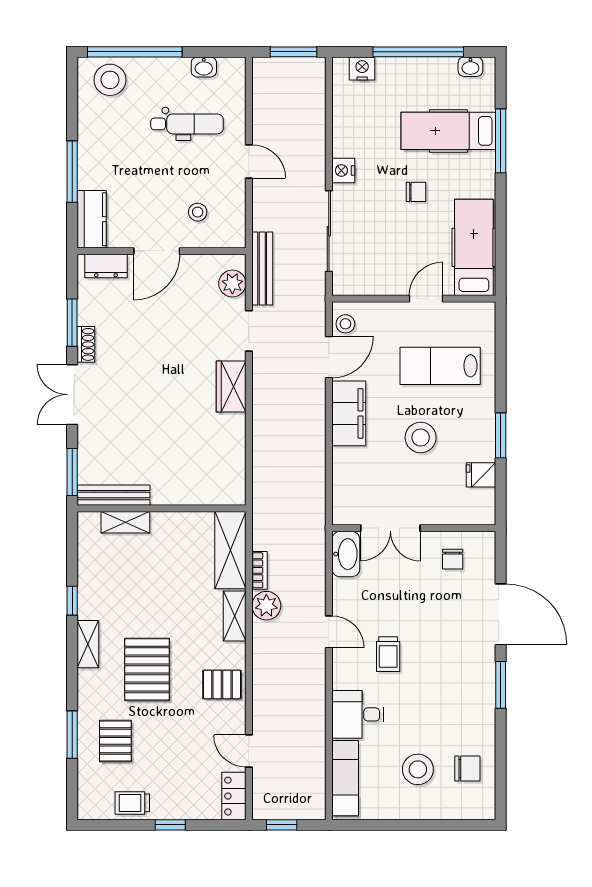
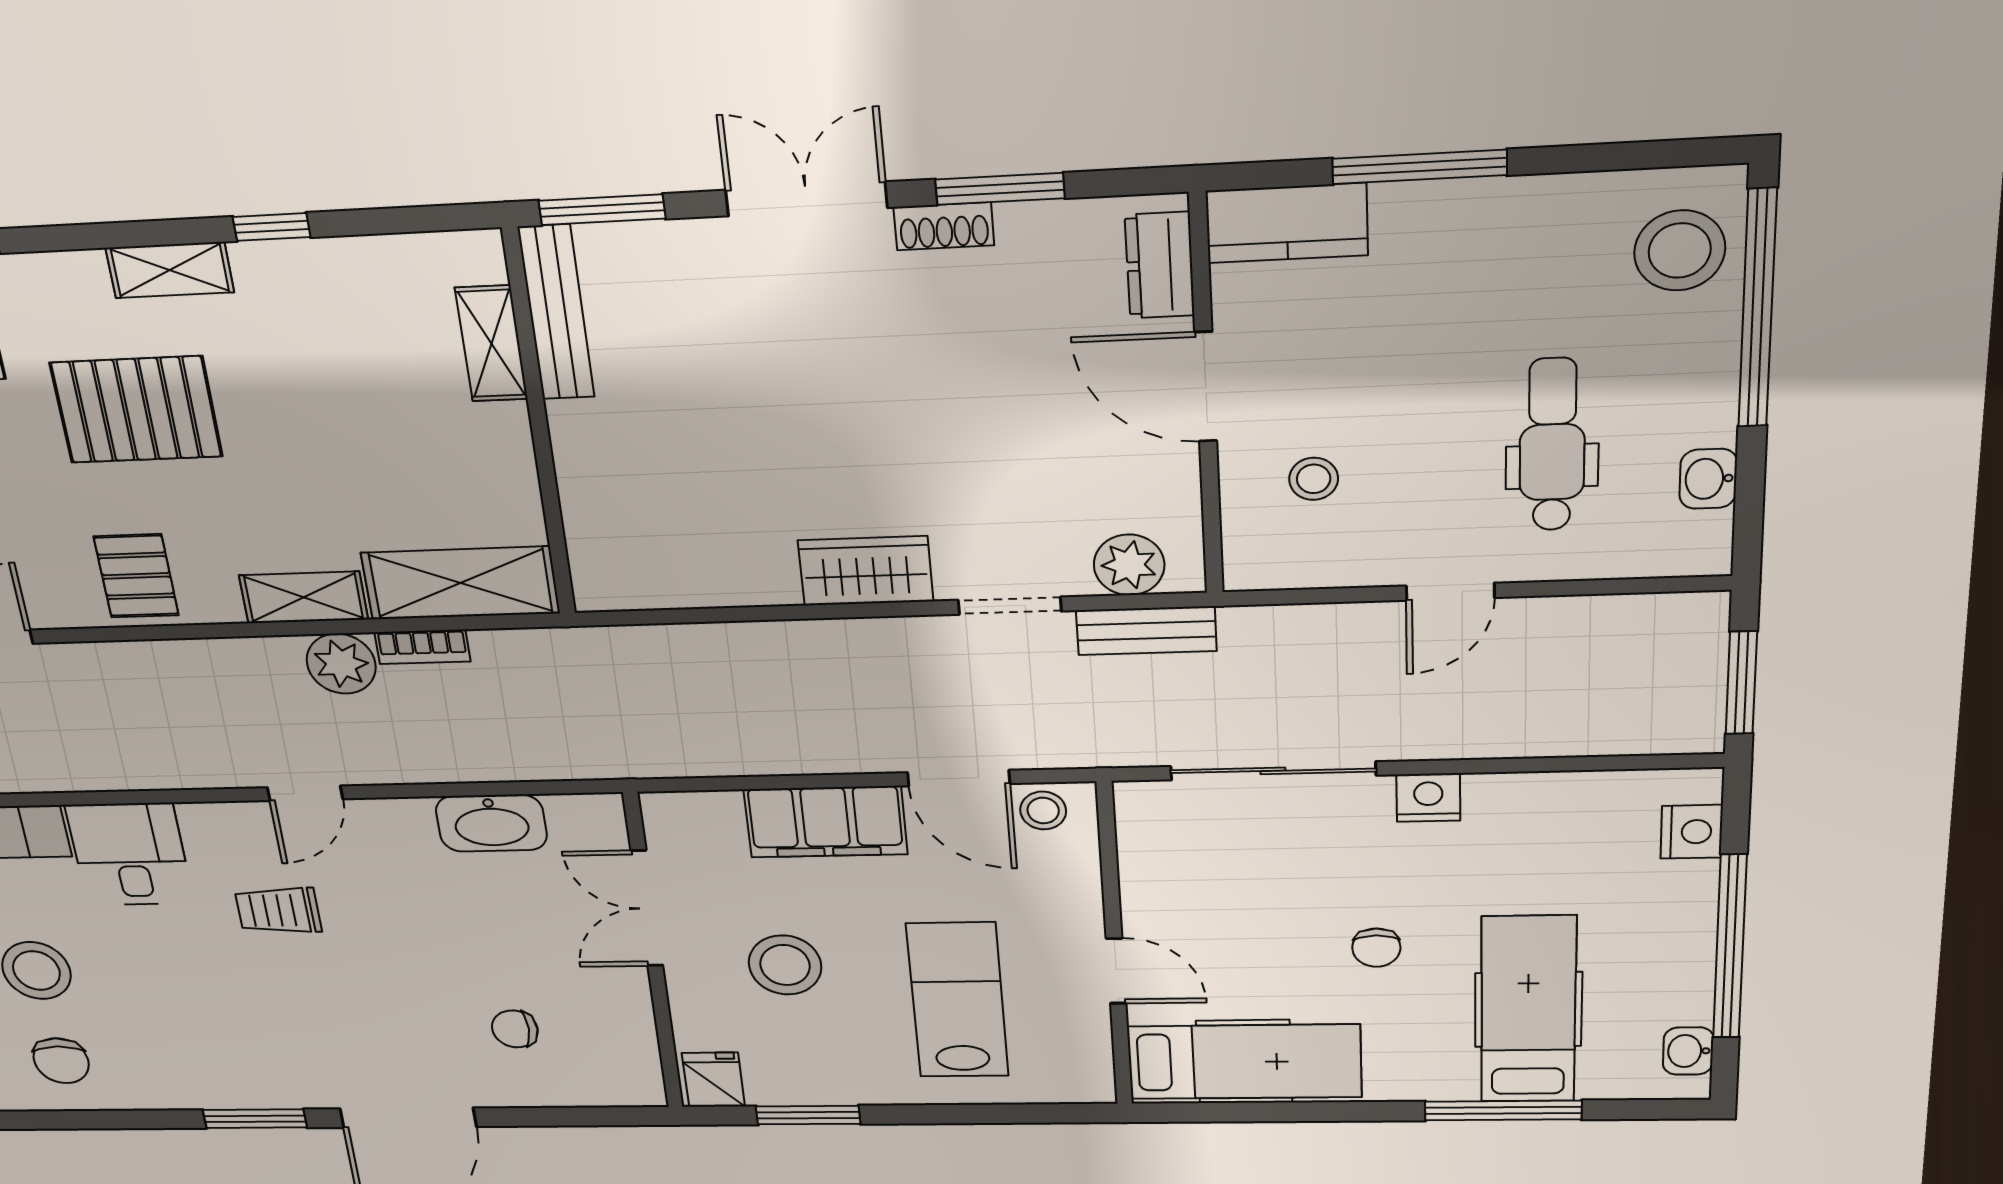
dental chair: (187, 124) -> (1552, 445), turned 180
bench: (262, 268) -> (1146, 631), width x0.73
double door: (390, 528) -> (647, 908), moved
wall: (414, 528) -> (653, 954), moved

